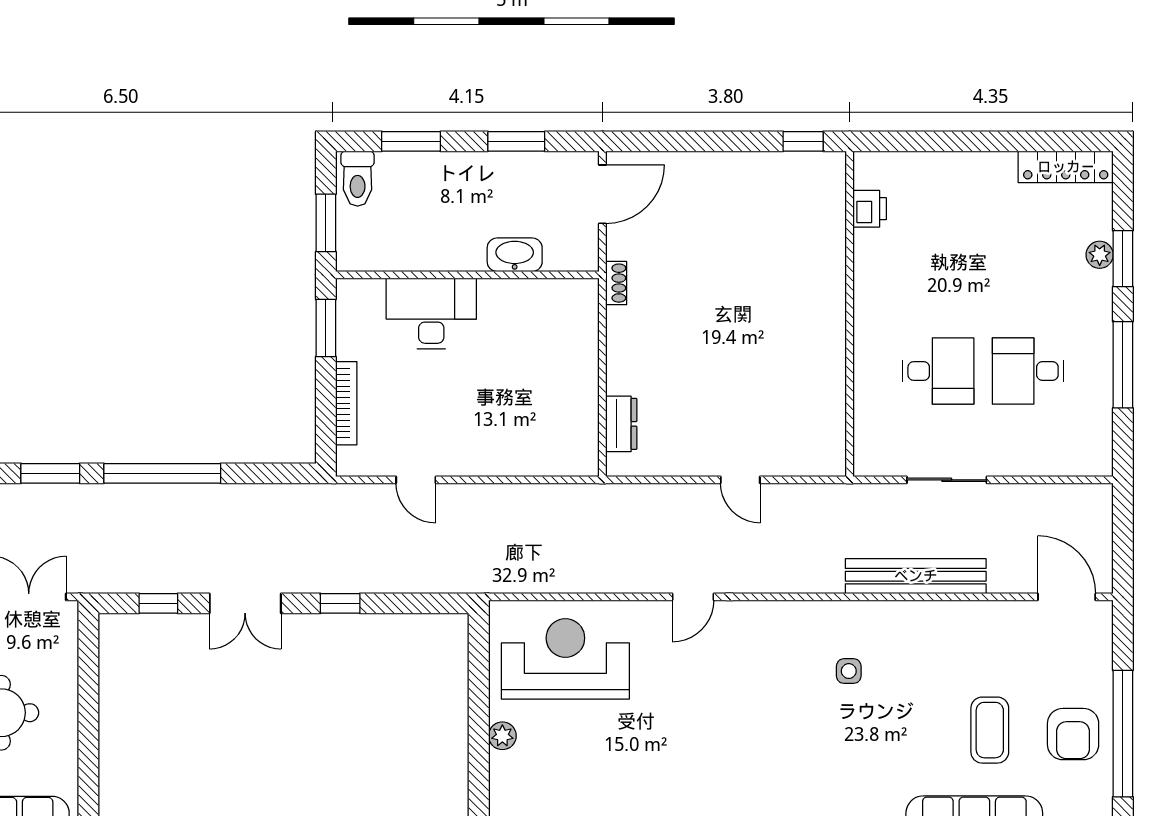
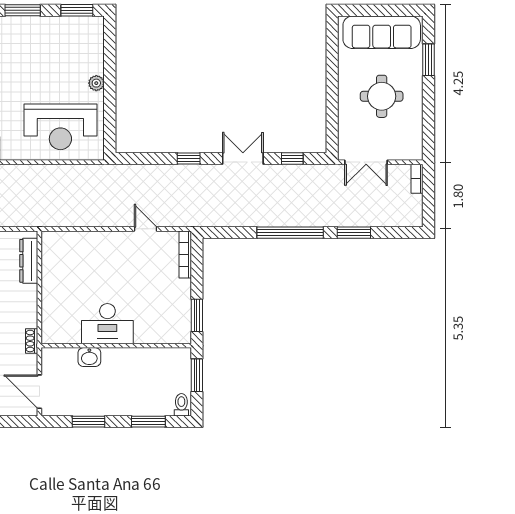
toilet: (358, 179) -> (181, 405), width x0.73, depth x0.72
door: (602, 194) -> (39, 392), hinge flipped
washbasin: (515, 255) -> (89, 357), width x0.72
desk: (431, 314) -> (107, 324), moved
bookcase: (346, 403) -> (185, 254), moved
dresser: (621, 424) -> (29, 261), width x1.44

